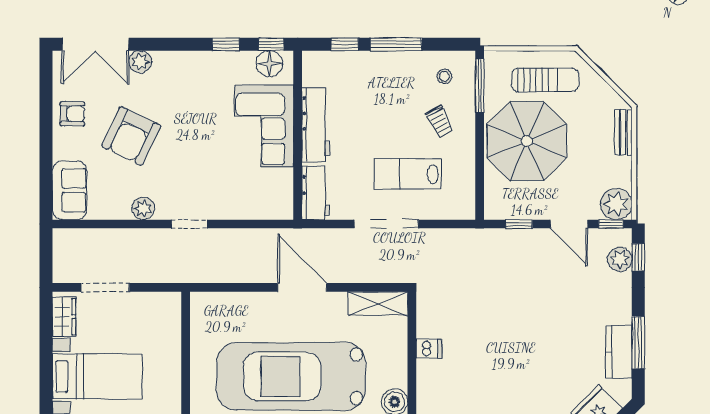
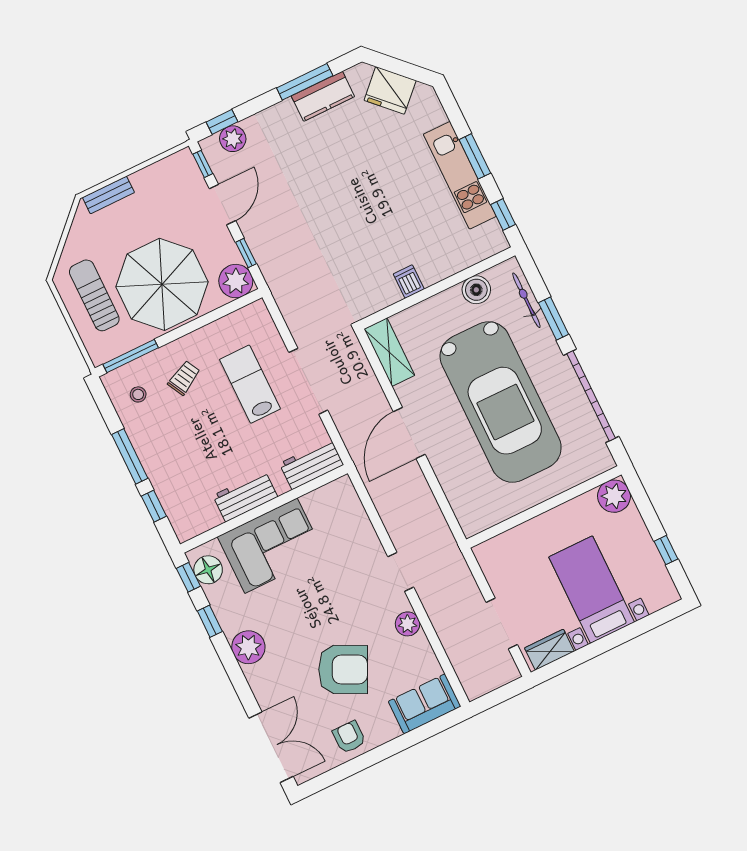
plant: (140, 62) -> (248, 647), moved, width x1.36, depth x1.36
workbench: (316, 125) -> (245, 496), width x0.73
lab bench: (408, 174) -> (250, 384), turned 180
plant: (616, 204) -> (236, 281), moved

